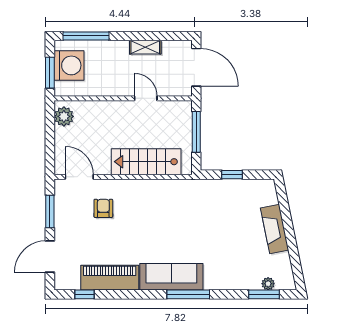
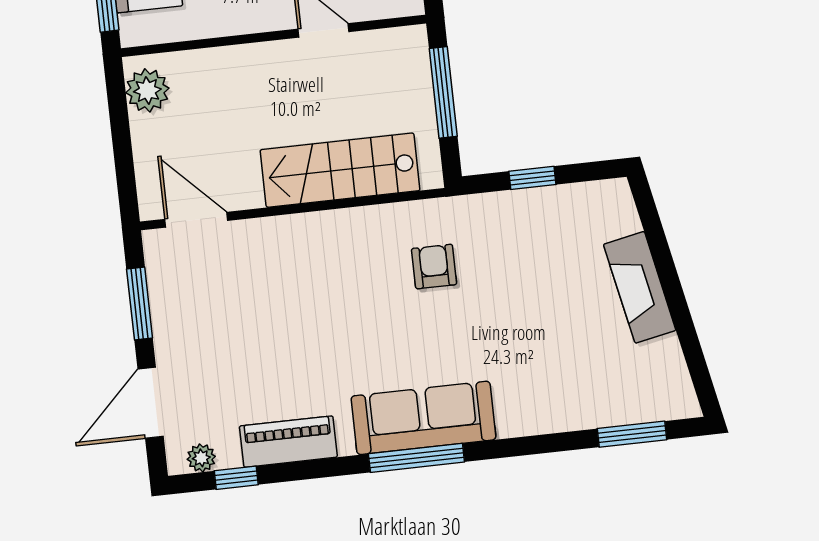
armchair: (103, 208) -> (434, 267), moved
piano: (110, 278) -> (288, 442), width x0.73, depth x0.75
plant: (268, 284) -> (201, 458), moved
window: (188, 294) -> (416, 458), moved

